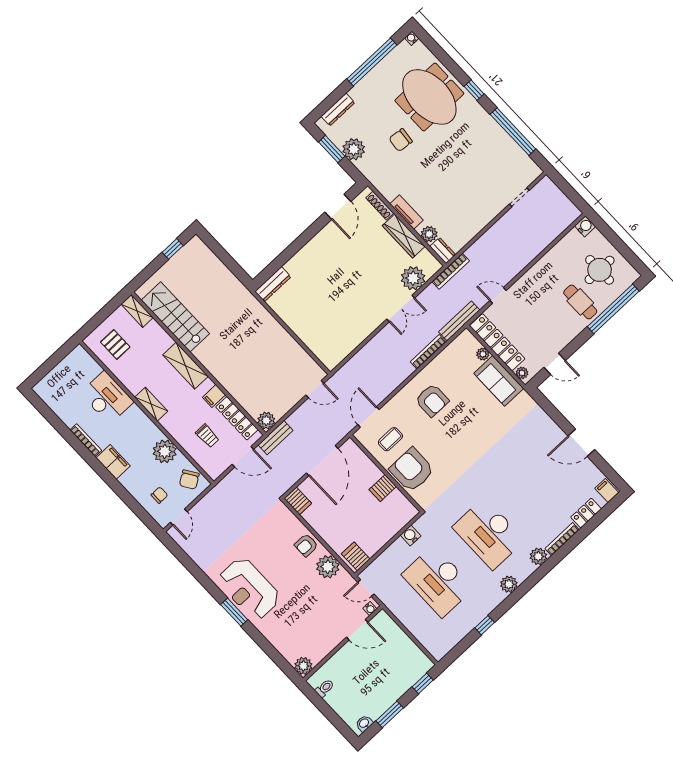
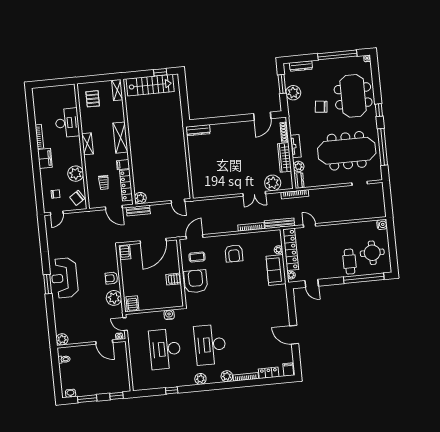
meeting table: (473, 170) -> (347, 151), added
stairs: (175, 317) -> (150, 85), moved, turned 90

